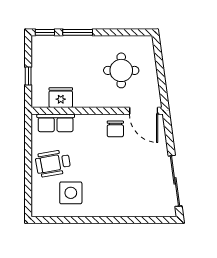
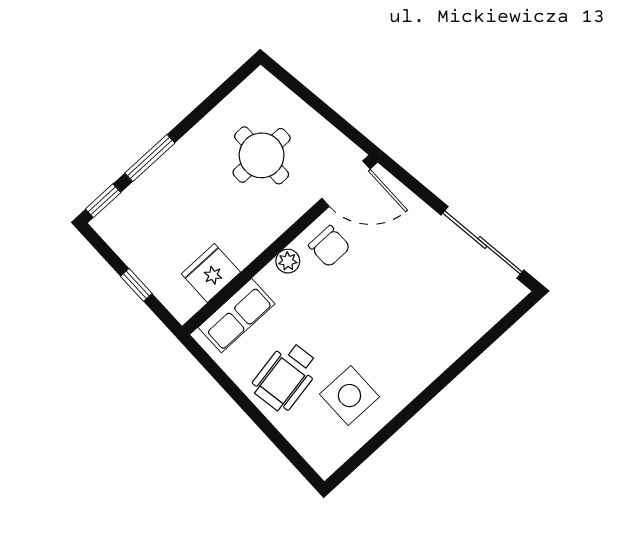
plant: (94, 120) -> (288, 261), added

